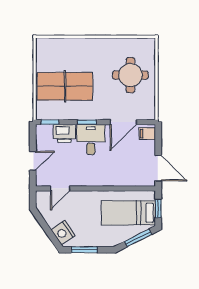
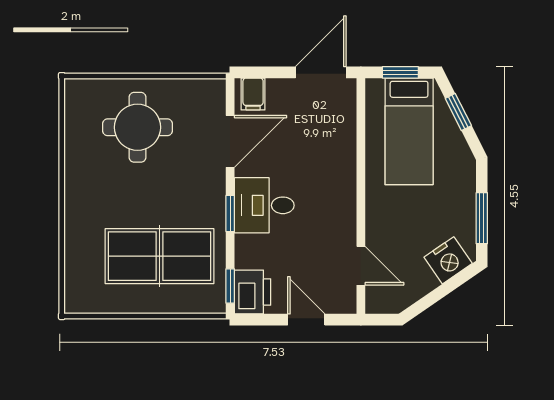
table tennis table: (65, 86) -> (160, 256), turned 90
door: (123, 122) -> (230, 141), hinge flipped
printer: (65, 133) -> (253, 292), moved
window: (138, 238) -> (458, 112), width x0.67

